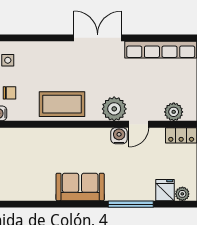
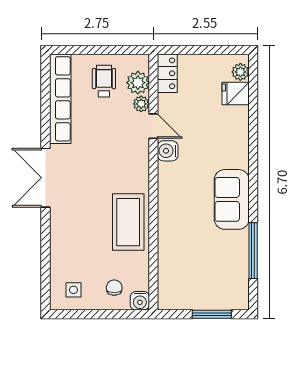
wheelchair: (175, 85) -> (104, 81), added
plant: (114, 109) -> (141, 104), moved, width x0.53, depth x0.53
window: (131, 204) -> (253, 251), moved

